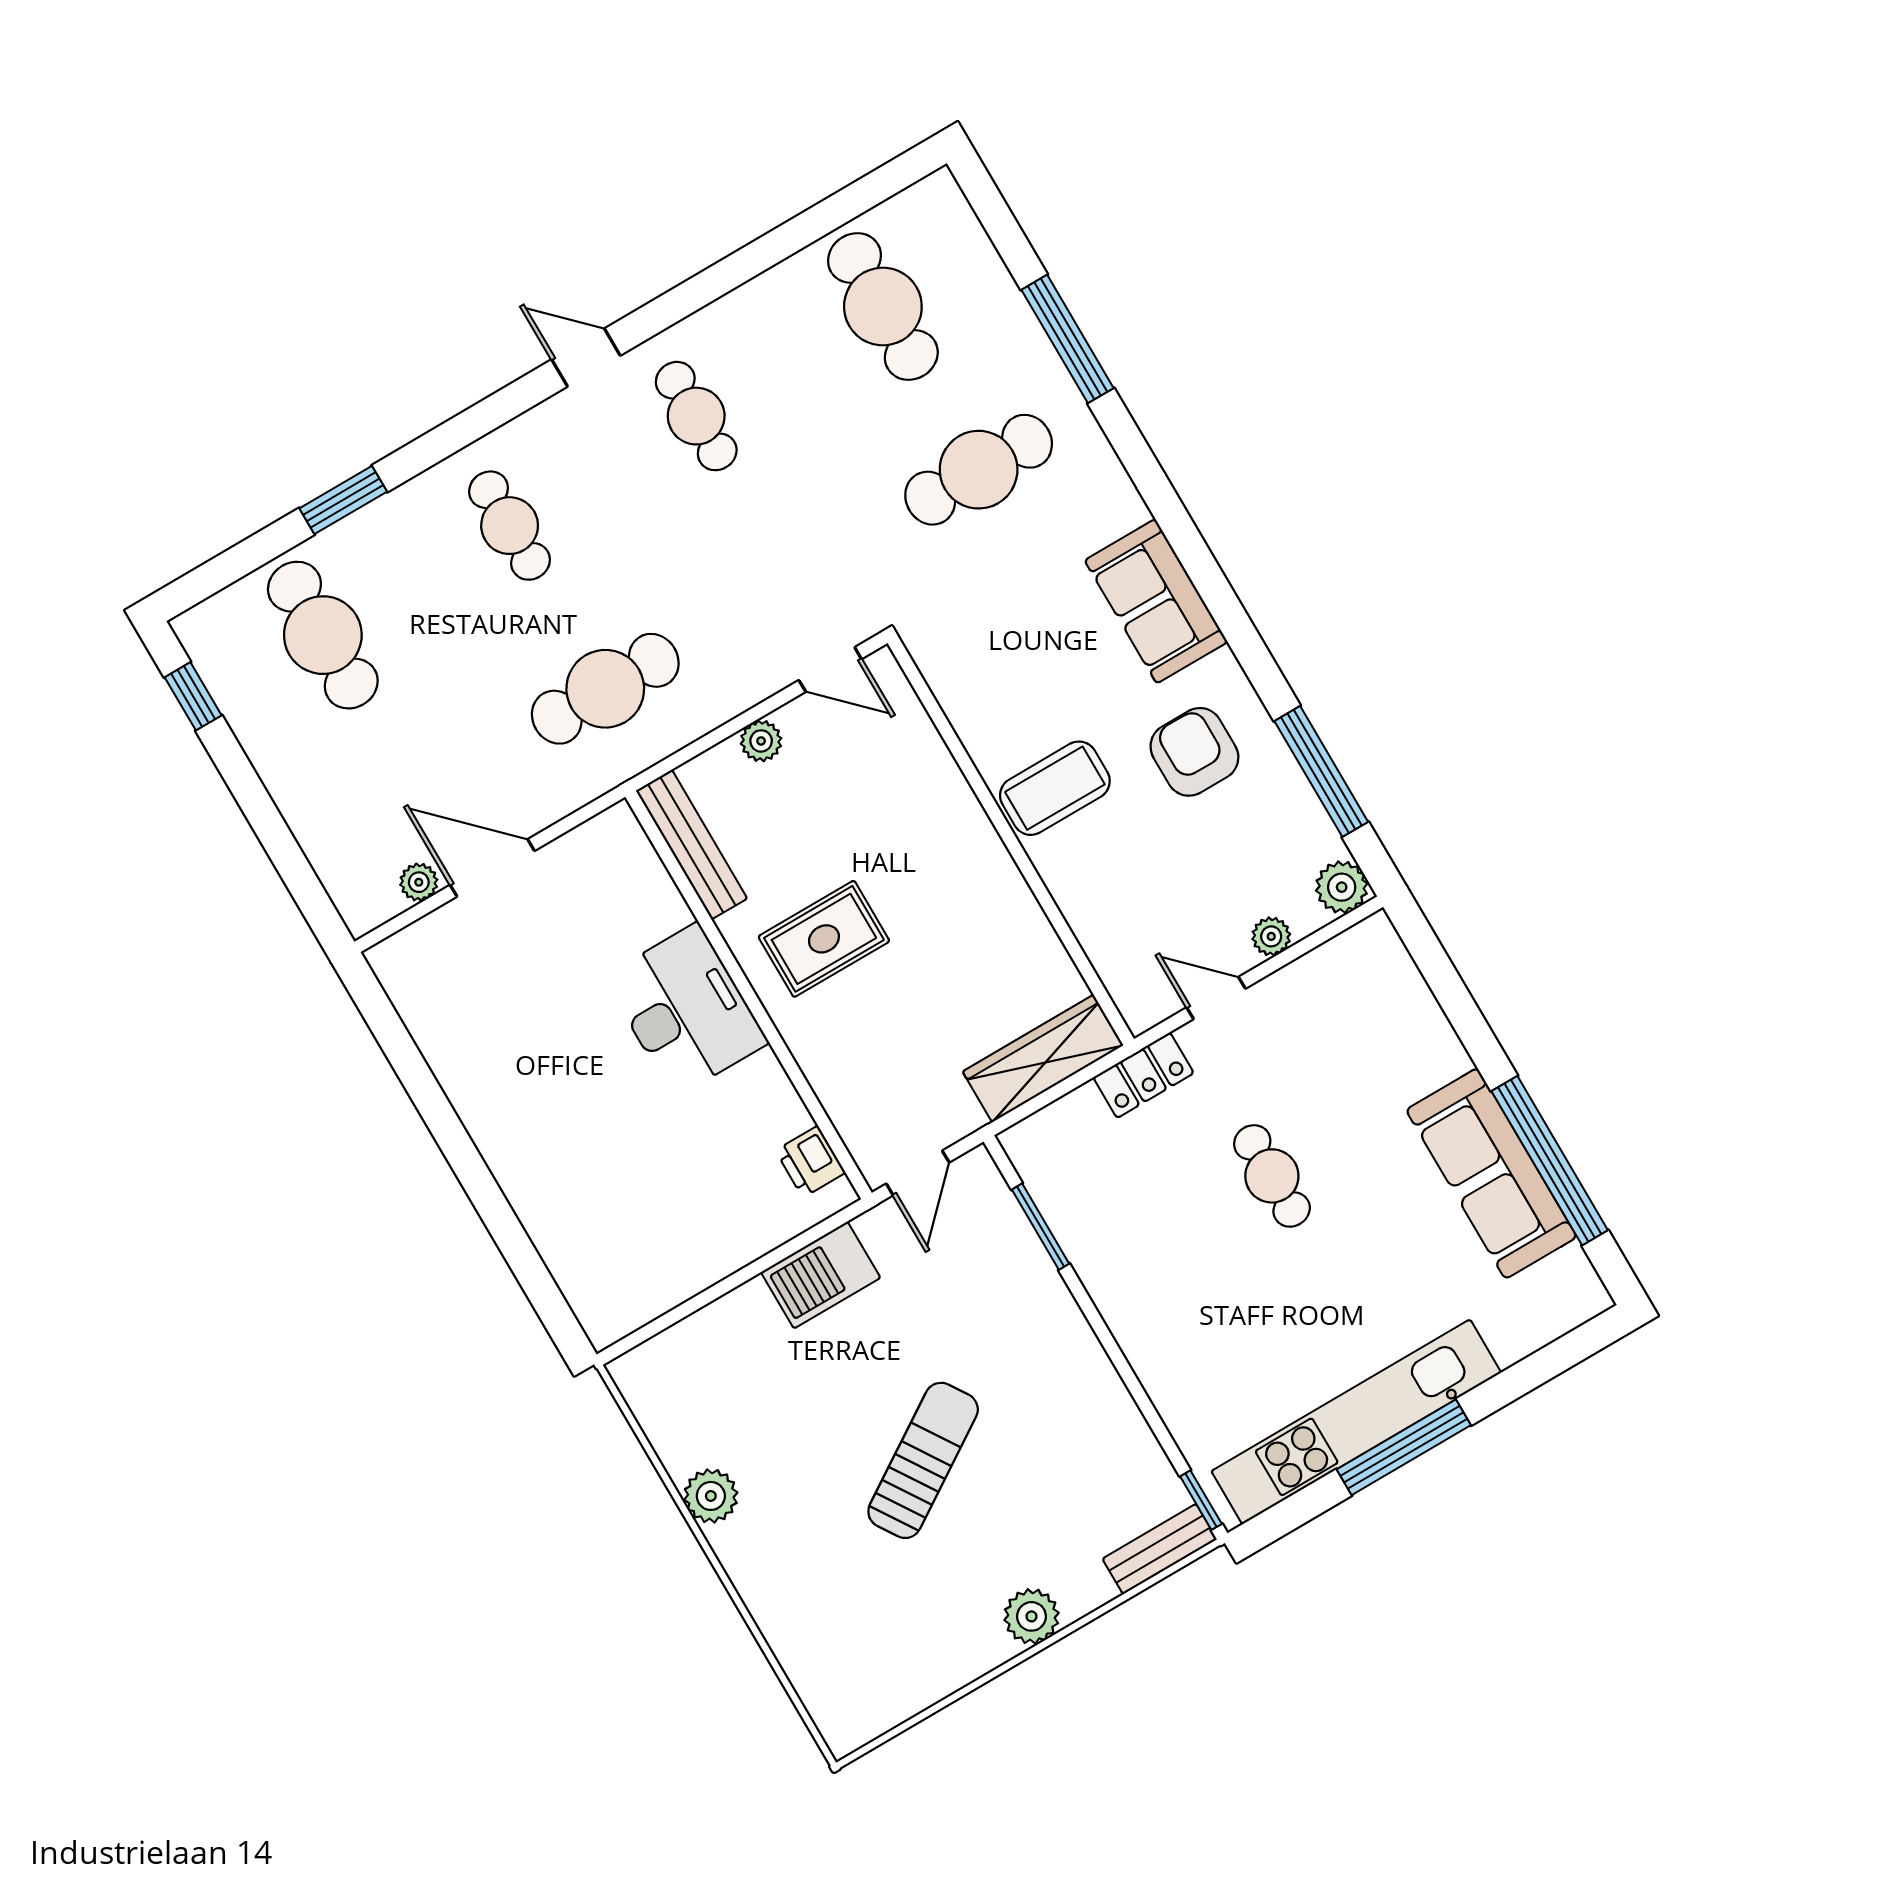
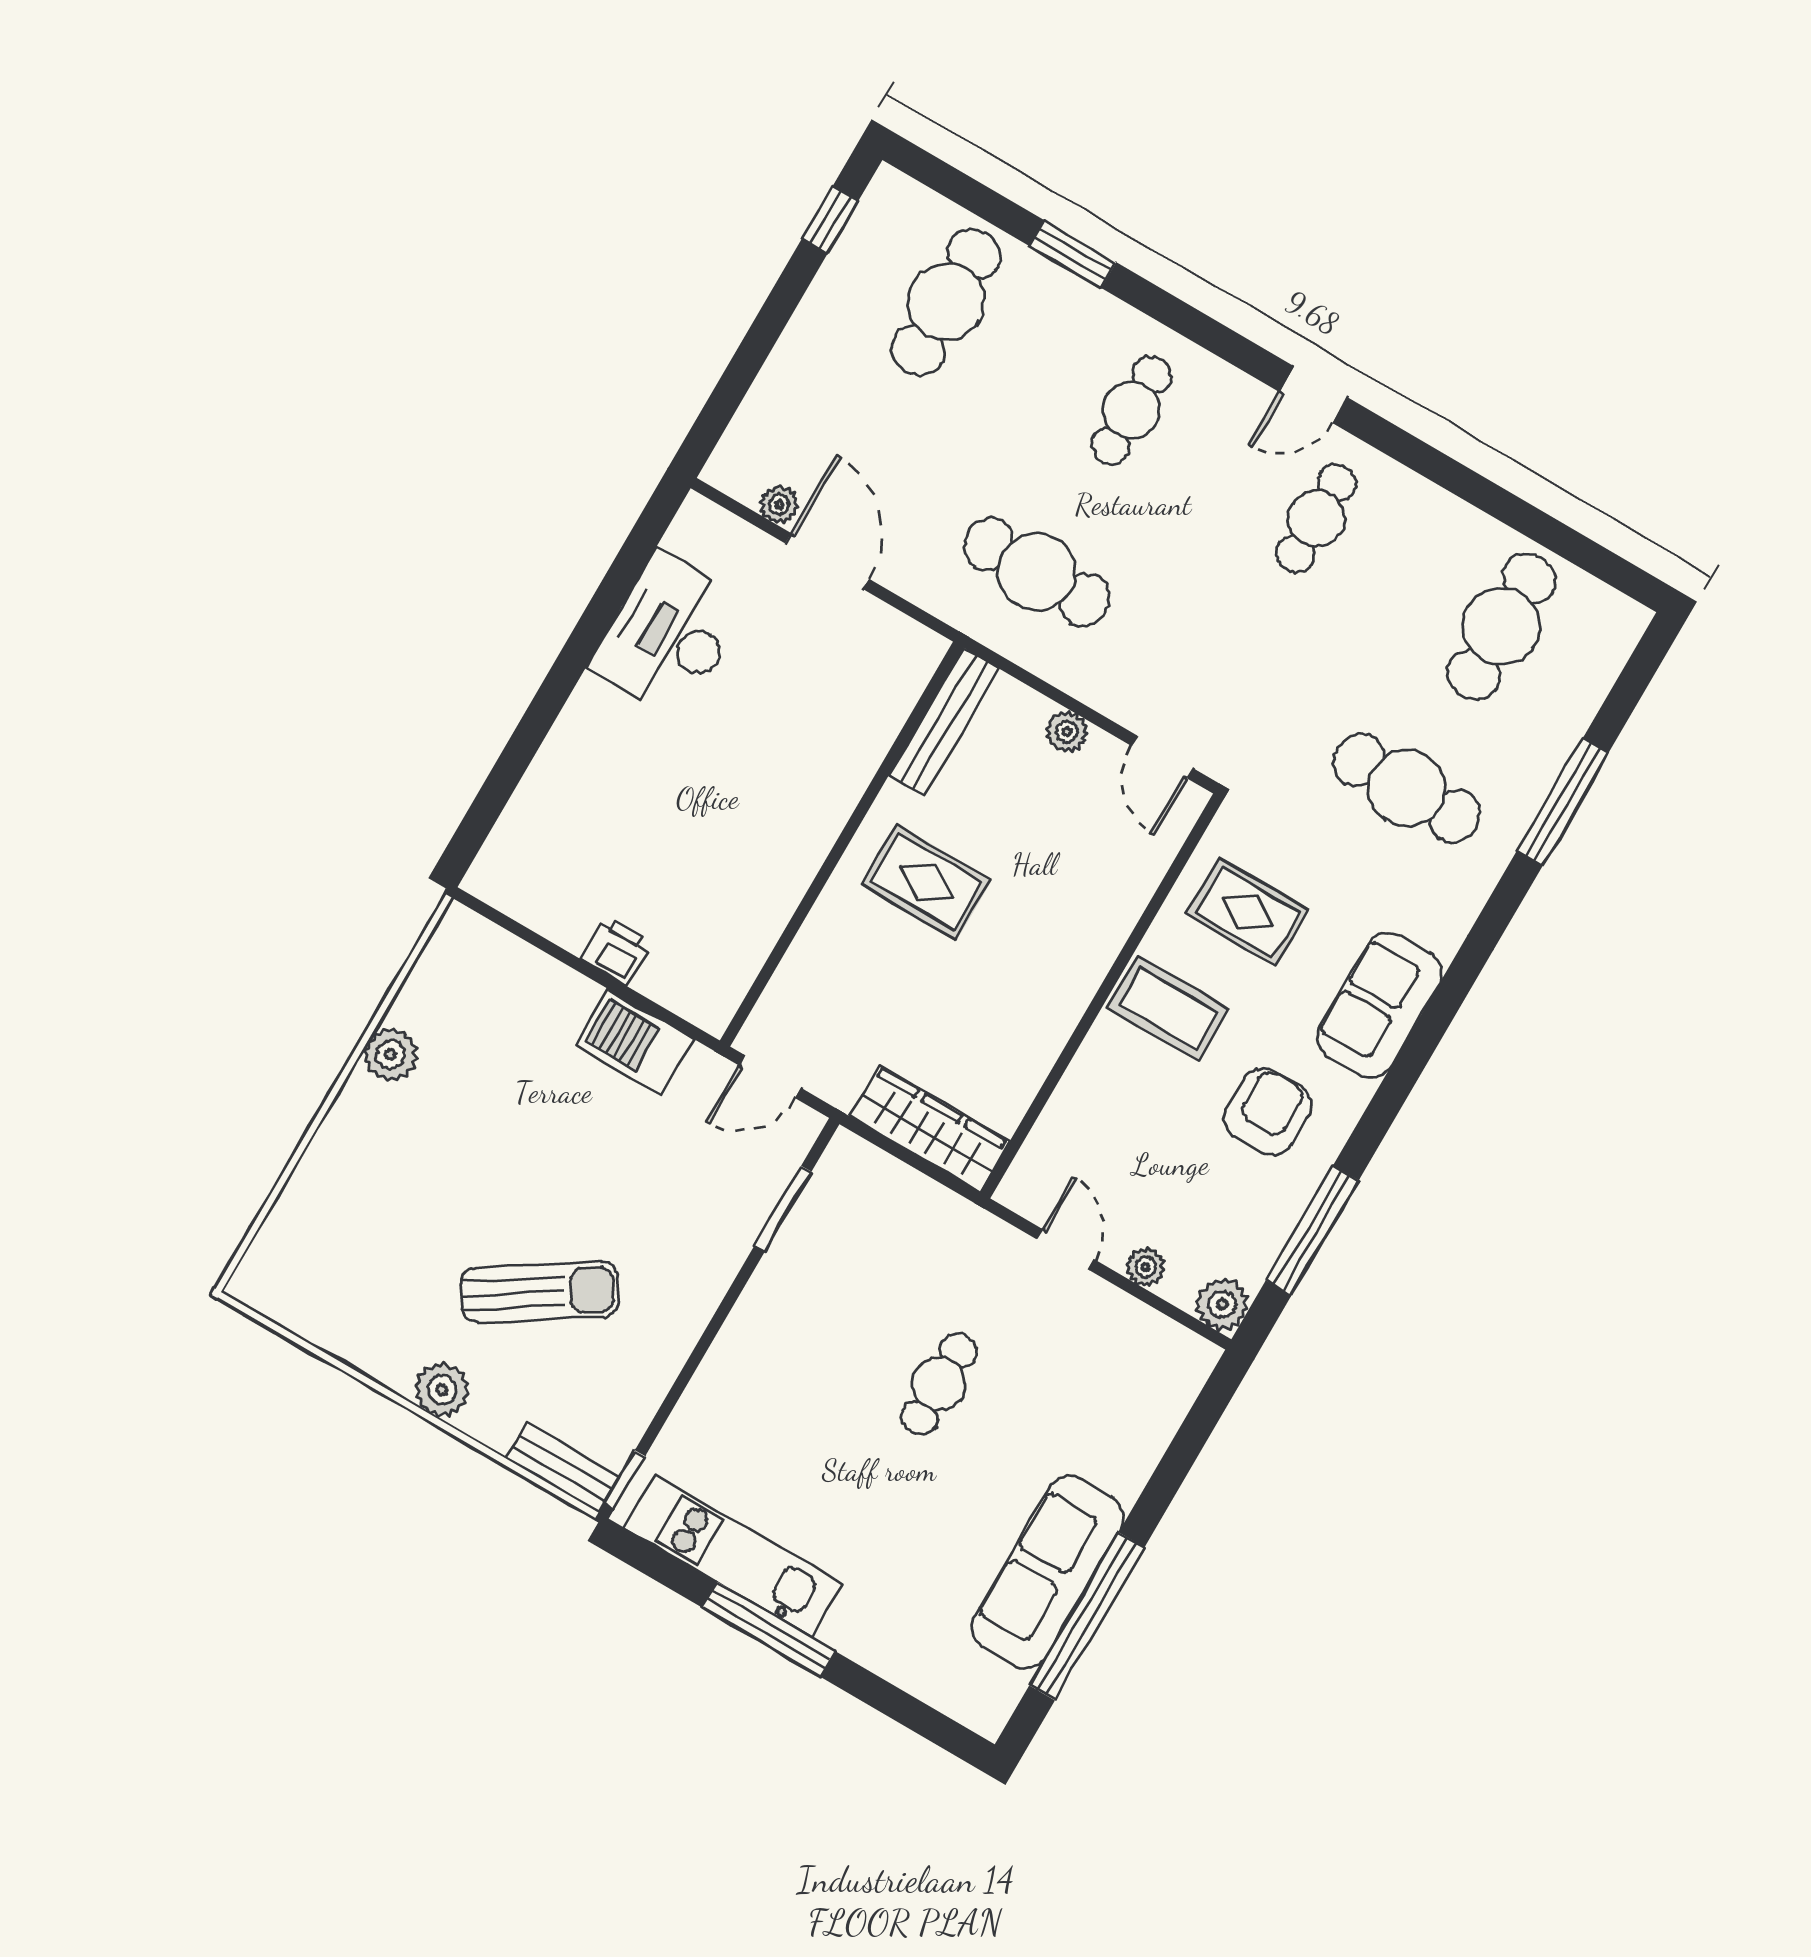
door: (586, 358) -> (1313, 395), swing flipped
rug: (1009, 671) -> (1248, 912), added
desk: (686, 1010) -> (669, 635), moved, turned 180
locker: (1143, 1075) -> (964, 1224), removed
printer: (810, 1162) -> (616, 951), moved, turned 90
kitchen unit: (1356, 1422) -> (733, 1556), width x0.73
sun lounger: (923, 1460) -> (540, 1292), moved

